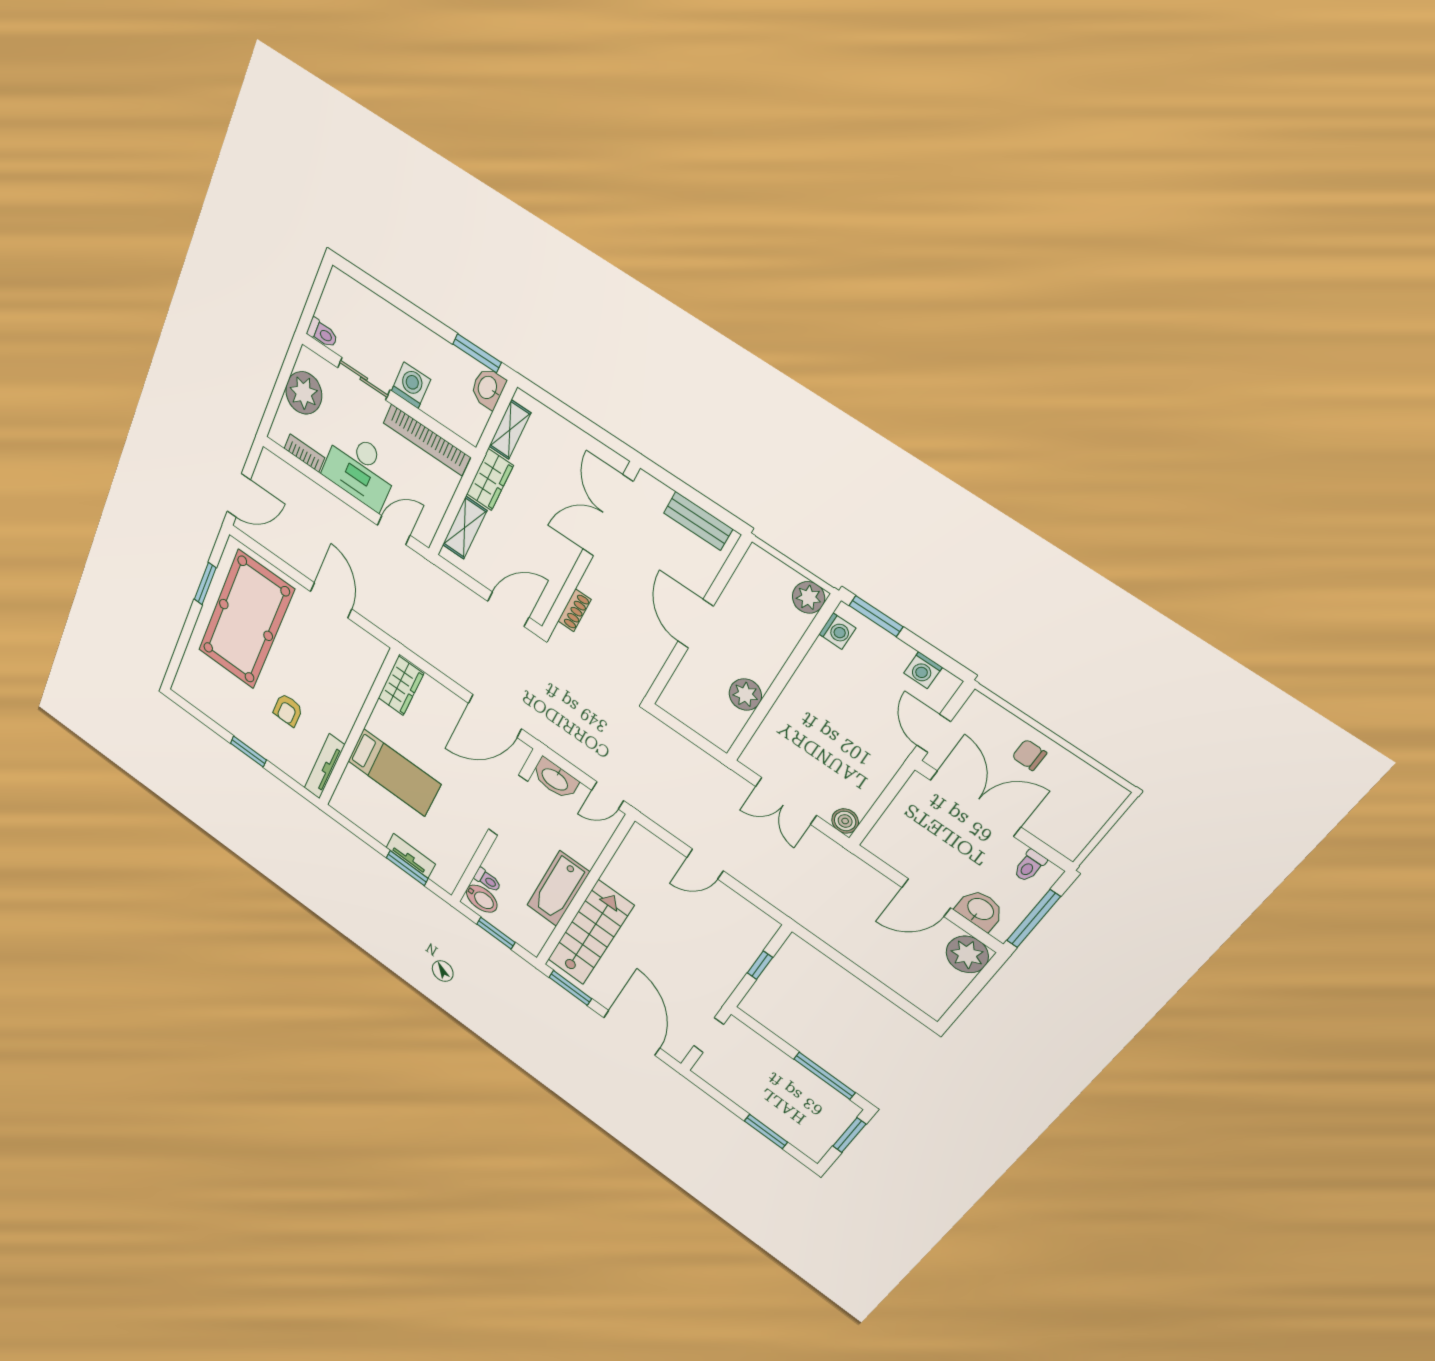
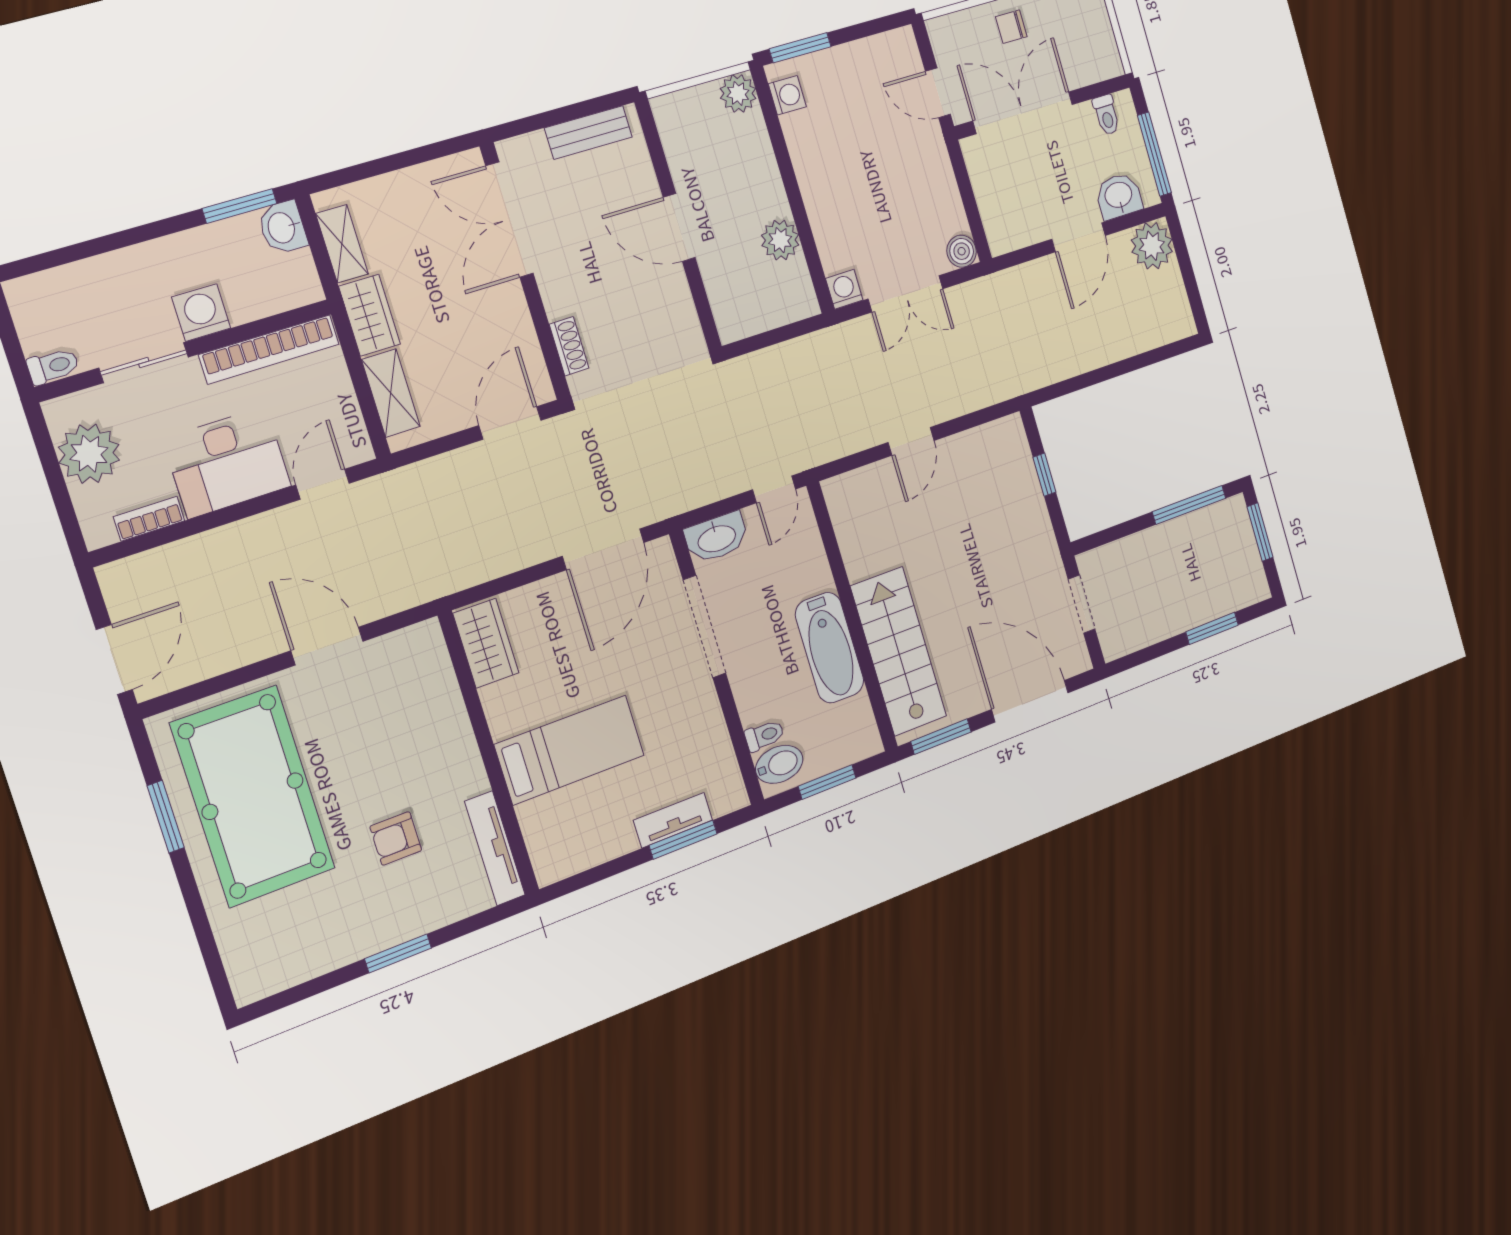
washing machine: (923, 670) -> (844, 289), moved, turned 180
armchair: (288, 710) -> (396, 838), turned 90

